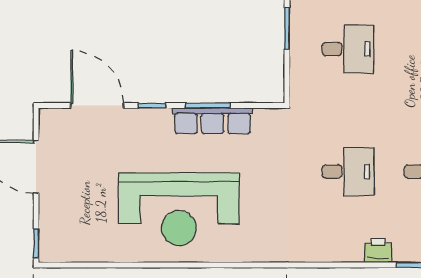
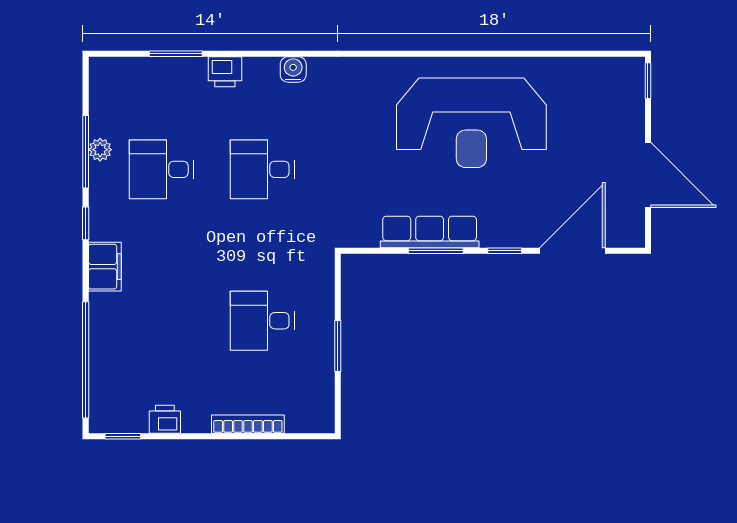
door: (97, 106) -> (572, 251), swing flipped
reception desk: (179, 209) -> (471, 123), turned 180
water cooler: (323, 252) -> (293, 69), added

